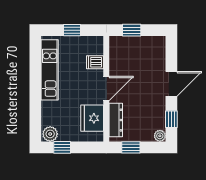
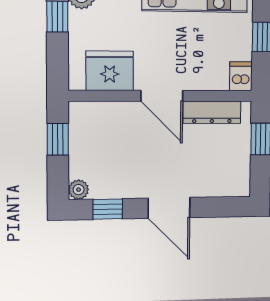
dishwasher: (95, 62) -> (241, 76), moved
dresser: (116, 120) -> (212, 112), moved

